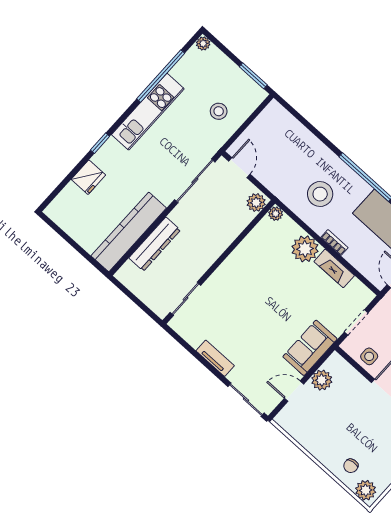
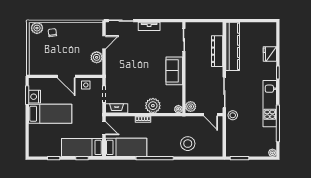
stool: (219, 111) -> (233, 115), moved
stool: (320, 194) -> (188, 144), moved
fireplace: (334, 268) -> (117, 108), moved
sofa: (310, 348) -> (174, 71), moved, turned 180

